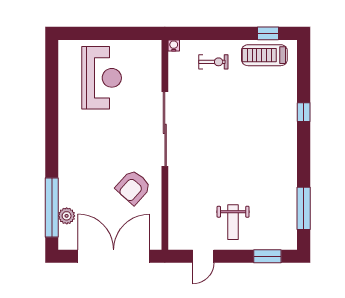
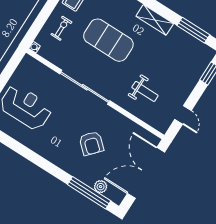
exercise mat: (233, 122) -> (108, 40), added
shelving: (288, 159) -> (155, 20), added
armchair: (133, 187) -> (91, 143), moved
weight bench: (233, 222) -> (145, 91), moved

